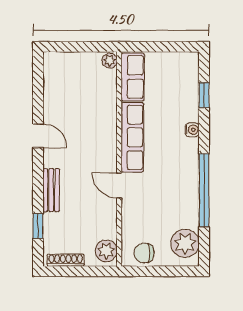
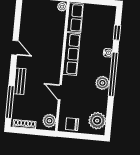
plant: (188, 180) -> (102, 83), added
door: (119, 185) -> (60, 92), moved
window: (204, 190) -> (113, 74), moved
window: (38, 226) -> (10, 102), width x2.17

